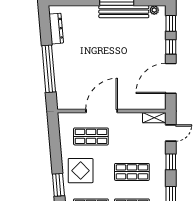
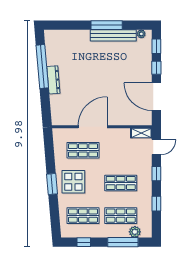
dresser: (56, 29) -> (53, 80), moved
window: (49, 69) -> (42, 66), moved
door: (171, 78) -> (156, 97), hinge flipped
window: (58, 185) -> (52, 184), moved

